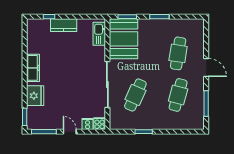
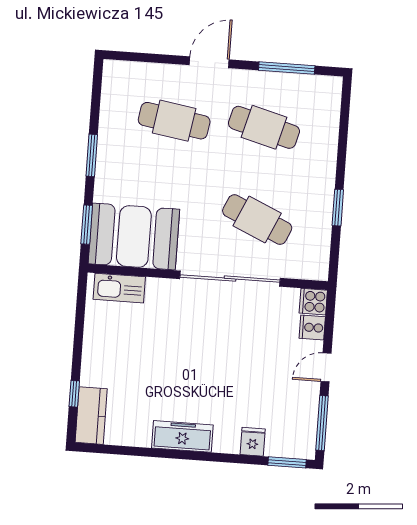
kitchen counter: (64, 25) -> (91, 416), moved
fridge: (35, 96) -> (253, 442), width x0.53, depth x0.75

